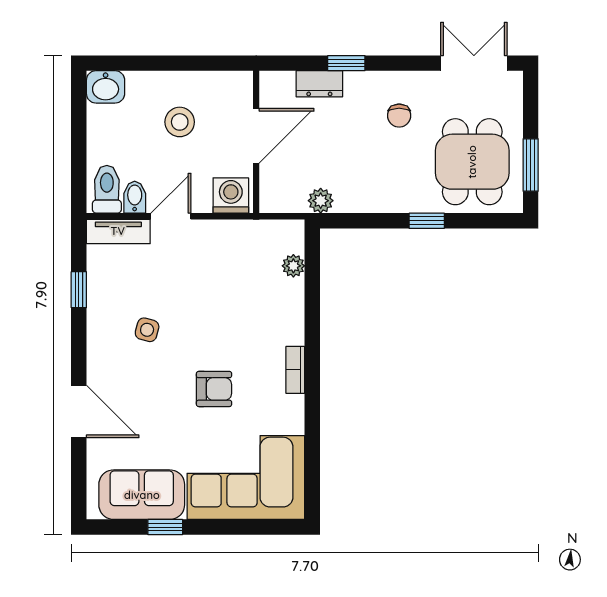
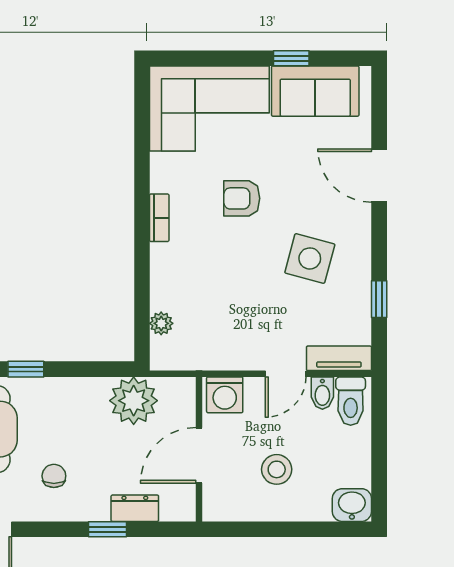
plant: (321, 201) -> (134, 401), width x1.87, depth x1.87
side table: (147, 330) -> (310, 258), width x1.87, depth x1.87

